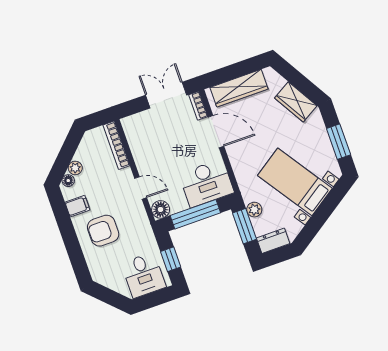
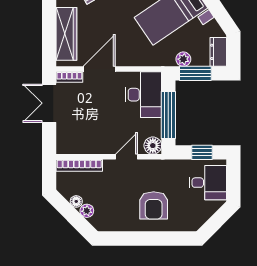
floor lamp: (68, 181) -> (76, 201), moved
filing cabinet: (77, 206) -> (123, 221), removed

